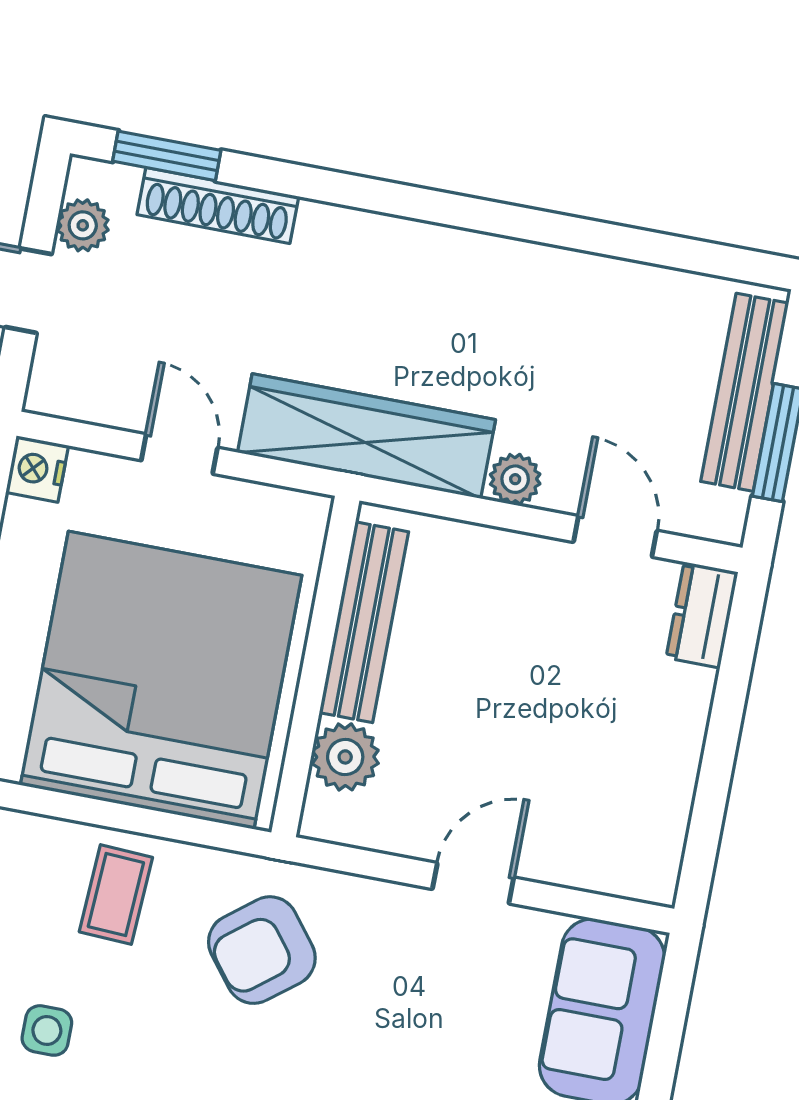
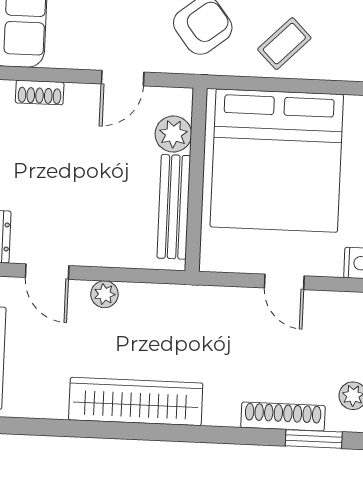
wardrobe: (366, 436) -> (136, 401), moved, turned 180
shoe rack: (581, 869) -> (40, 93), added
door: (473, 883) -> (123, 78), moved
coffee table: (116, 895) -> (284, 44), turned 42

